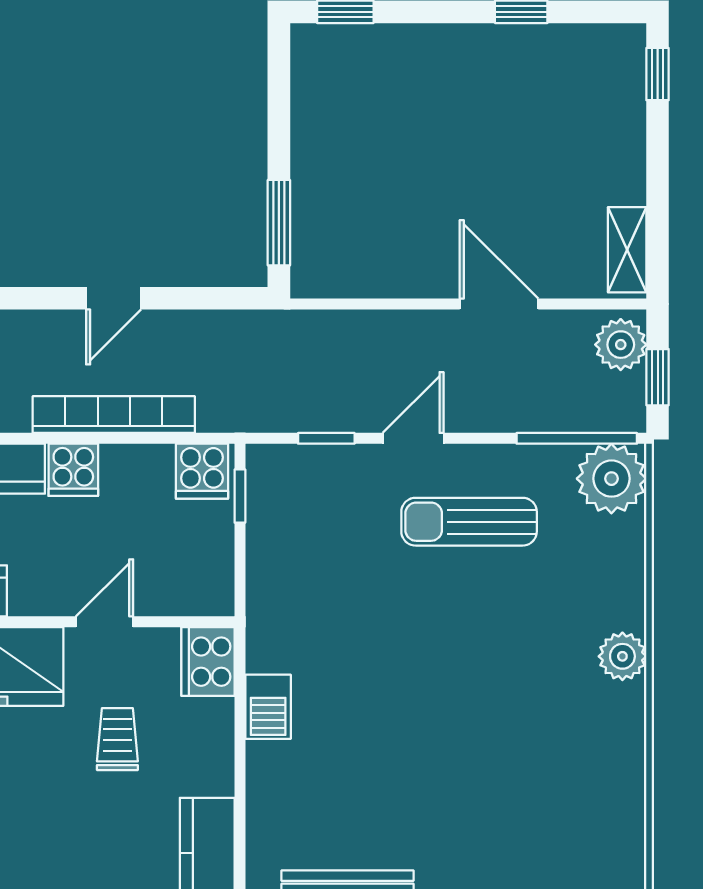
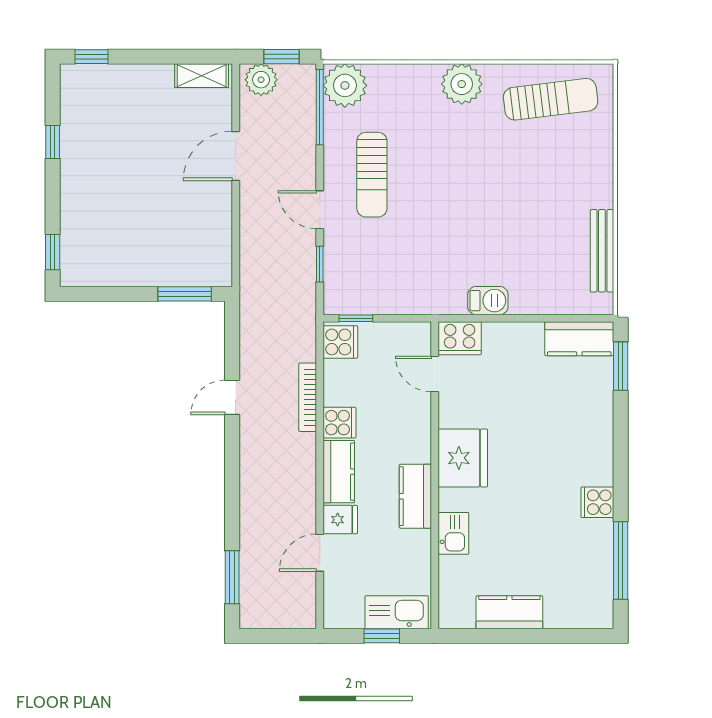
door: (114, 298) -> (232, 397), swing flipped
bookcase: (114, 415) -> (308, 397), width x0.68, depth x0.76
door: (105, 622) -> (435, 374), moved
plant: (622, 656) -> (462, 84), width x1.36, depth x1.36
trolley: (117, 739) -> (508, 395), removed
sun lounger: (589, 807) -> (551, 99), added

